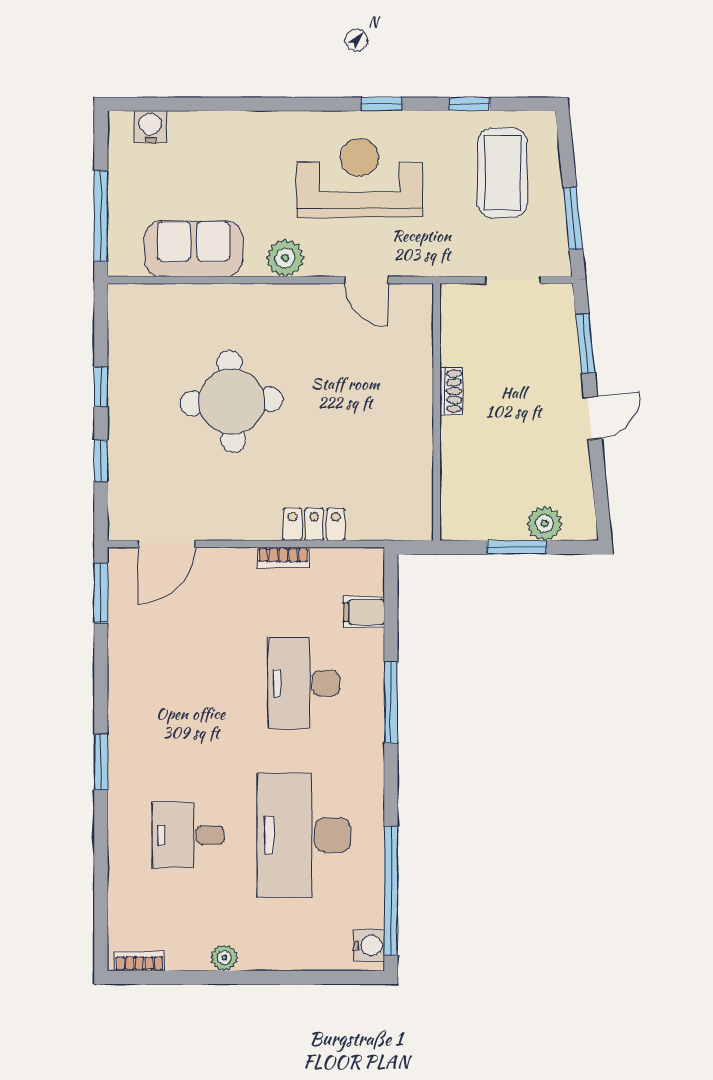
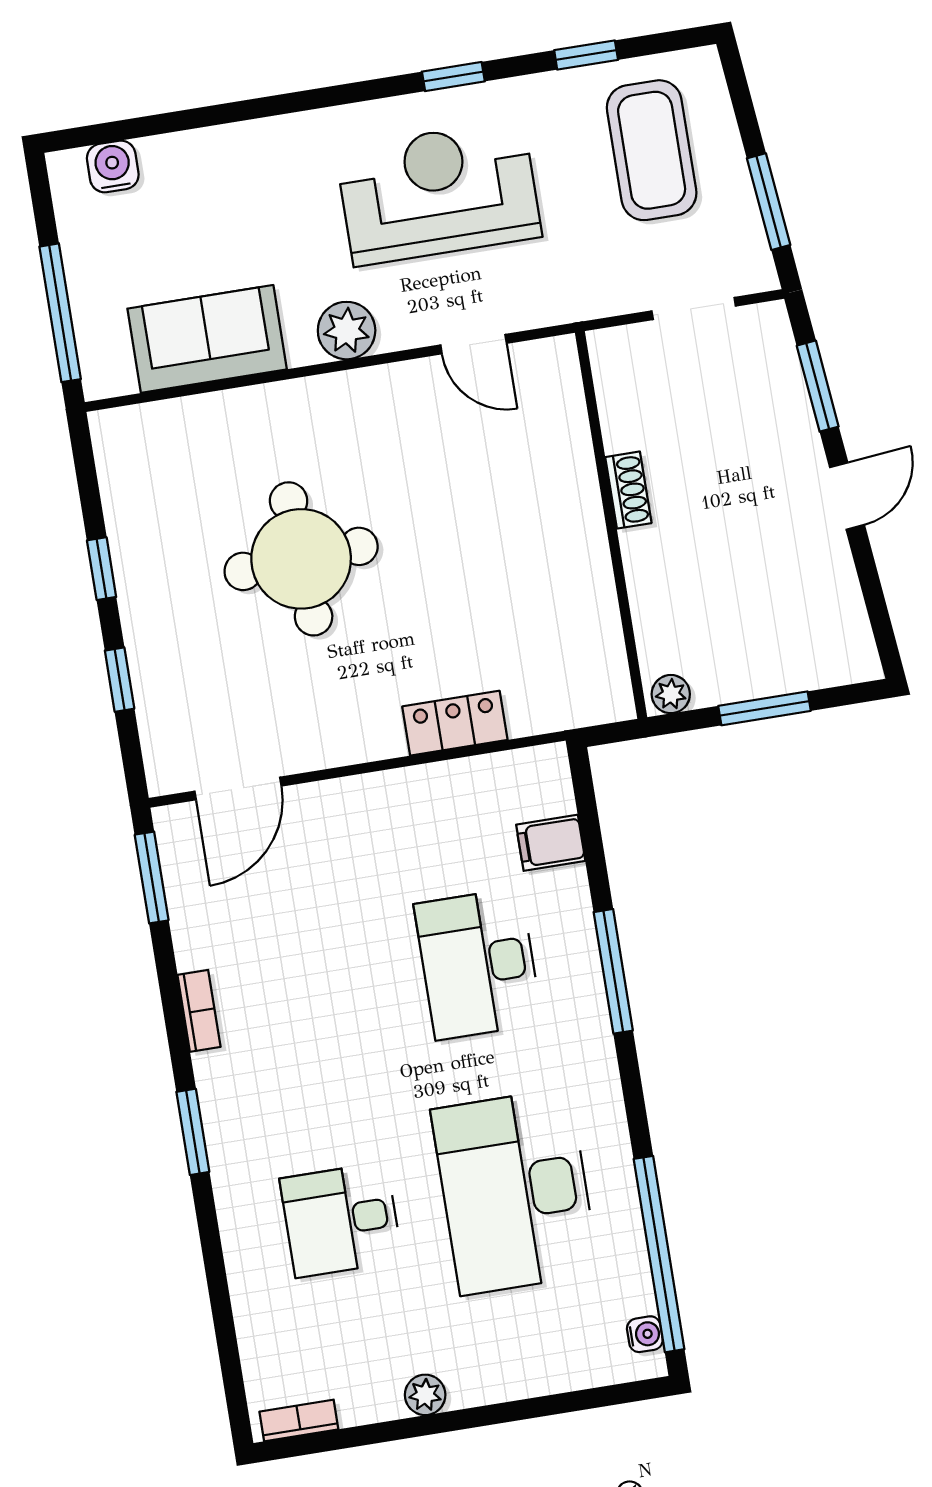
plant: (544, 523) -> (671, 694), moved, width x0.73, depth x0.73
bookcase: (283, 557) -> (199, 1011), moved, turned -90
water cooler: (369, 946) -> (645, 1334), width x0.72, depth x0.72

